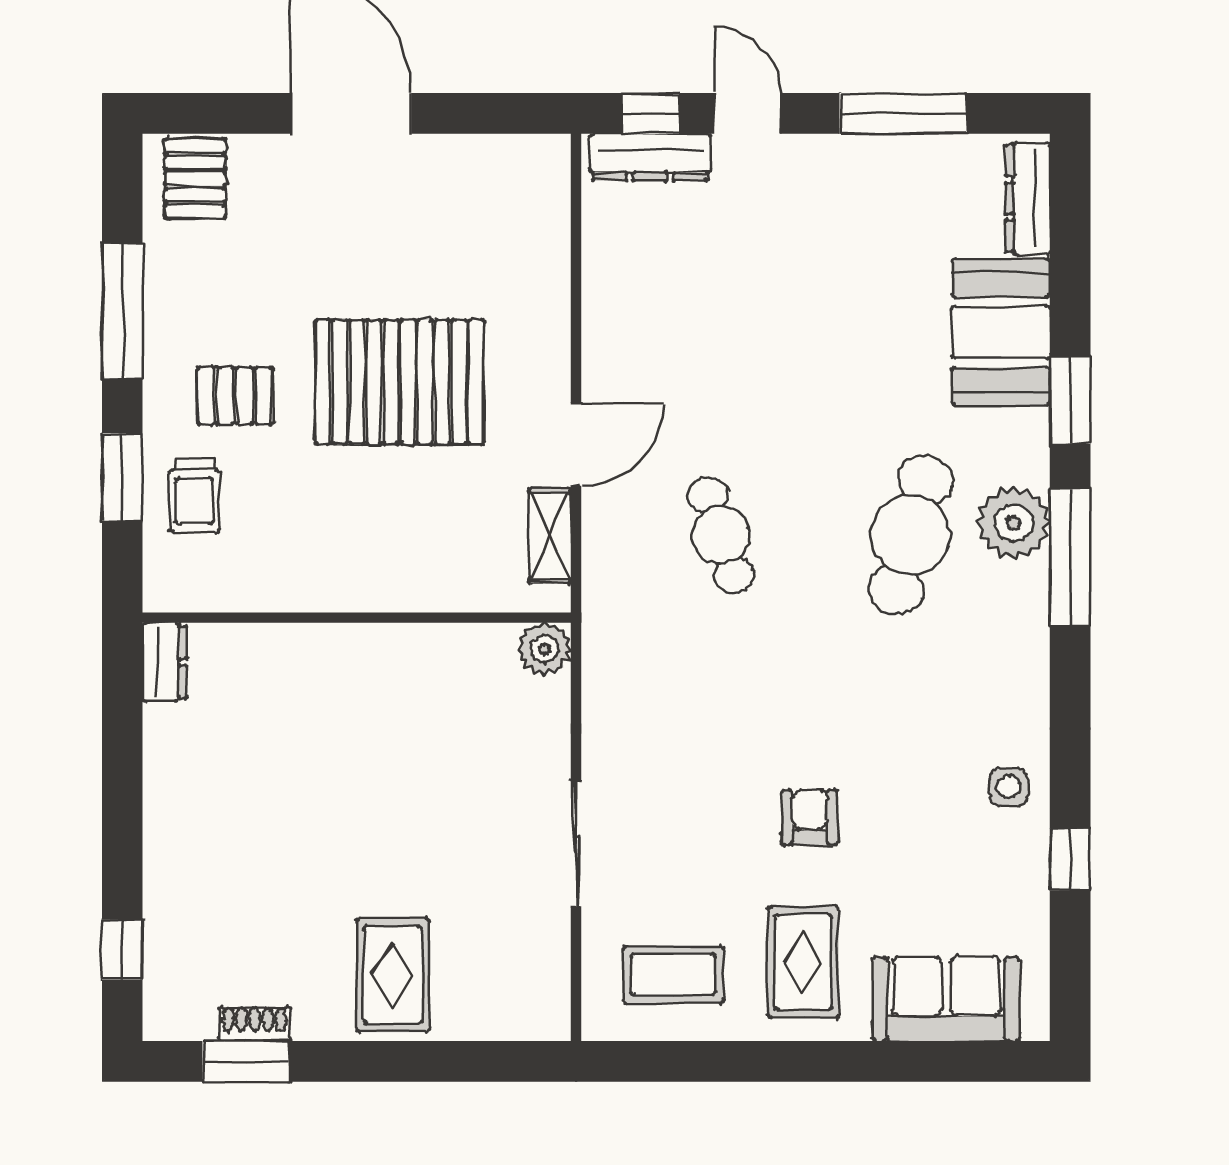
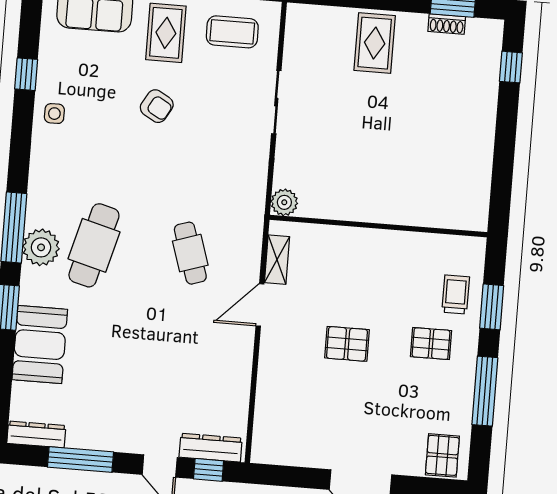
dresser: (1028, 198) -> (36, 434), moved, turned -90
pallet: (400, 382) -> (347, 344), width x0.49, depth x0.50
dresser: (165, 662) -> (478, 211), removed
armchair: (809, 817) -> (157, 106), turned -60

